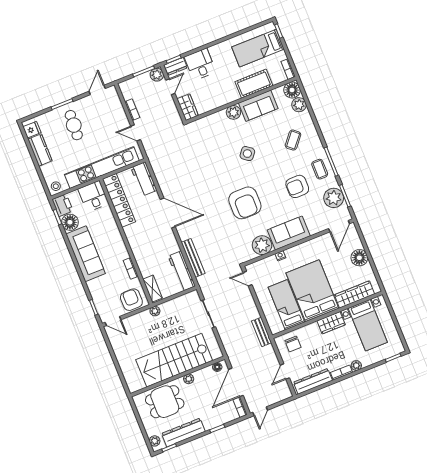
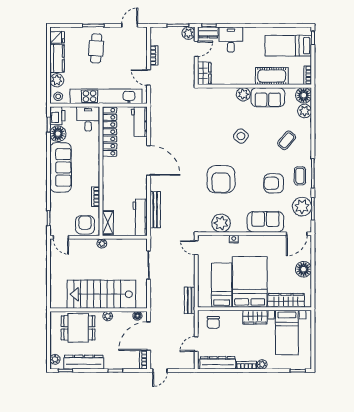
plant: (48, 171) -> (57, 80), added
sofa: (289, 233) -> (265, 222), moved

